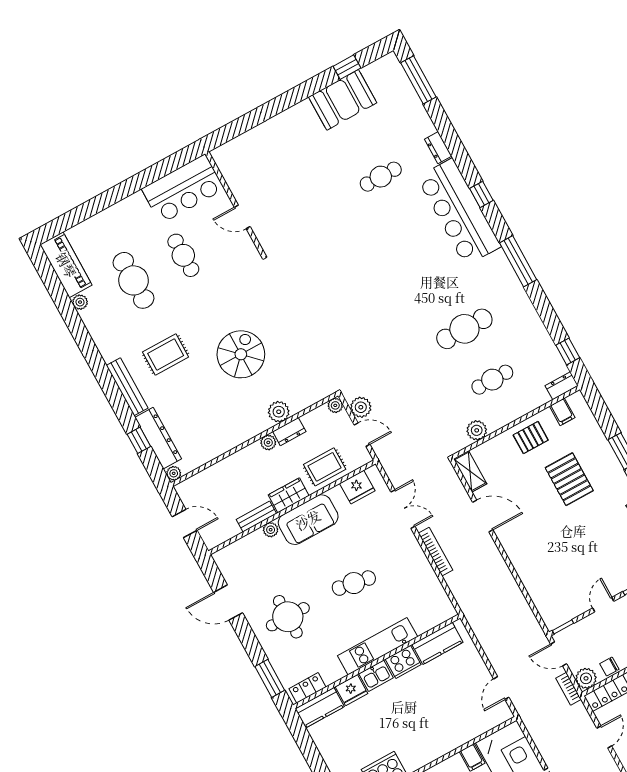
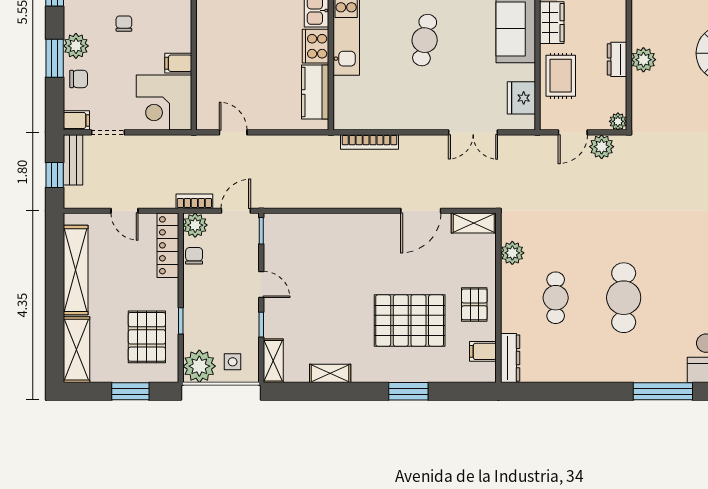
window: (568, 351) -> (542, 391), removed
dresser: (562, 386) -> (510, 358), width x1.44
plant: (268, 442) -> (618, 32), removed
pallet: (569, 479) -> (410, 321), width x1.37, depth x1.41
bookcase: (436, 552) -> (370, 142), moved

